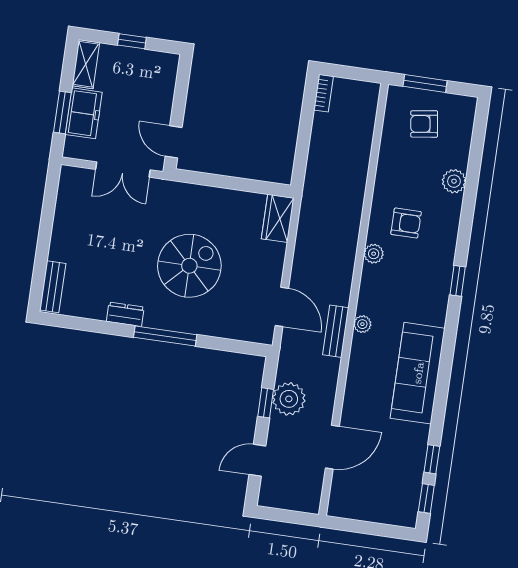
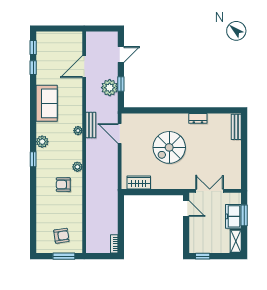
window: (132, 41) -> (203, 256), moved
plant: (454, 181) -> (42, 142), moved
wardrobe: (278, 218) -> (139, 182), moved, turned -90
window: (165, 336) -> (176, 110), removed
sofa: (418, 373) -> (47, 103), width x0.73

